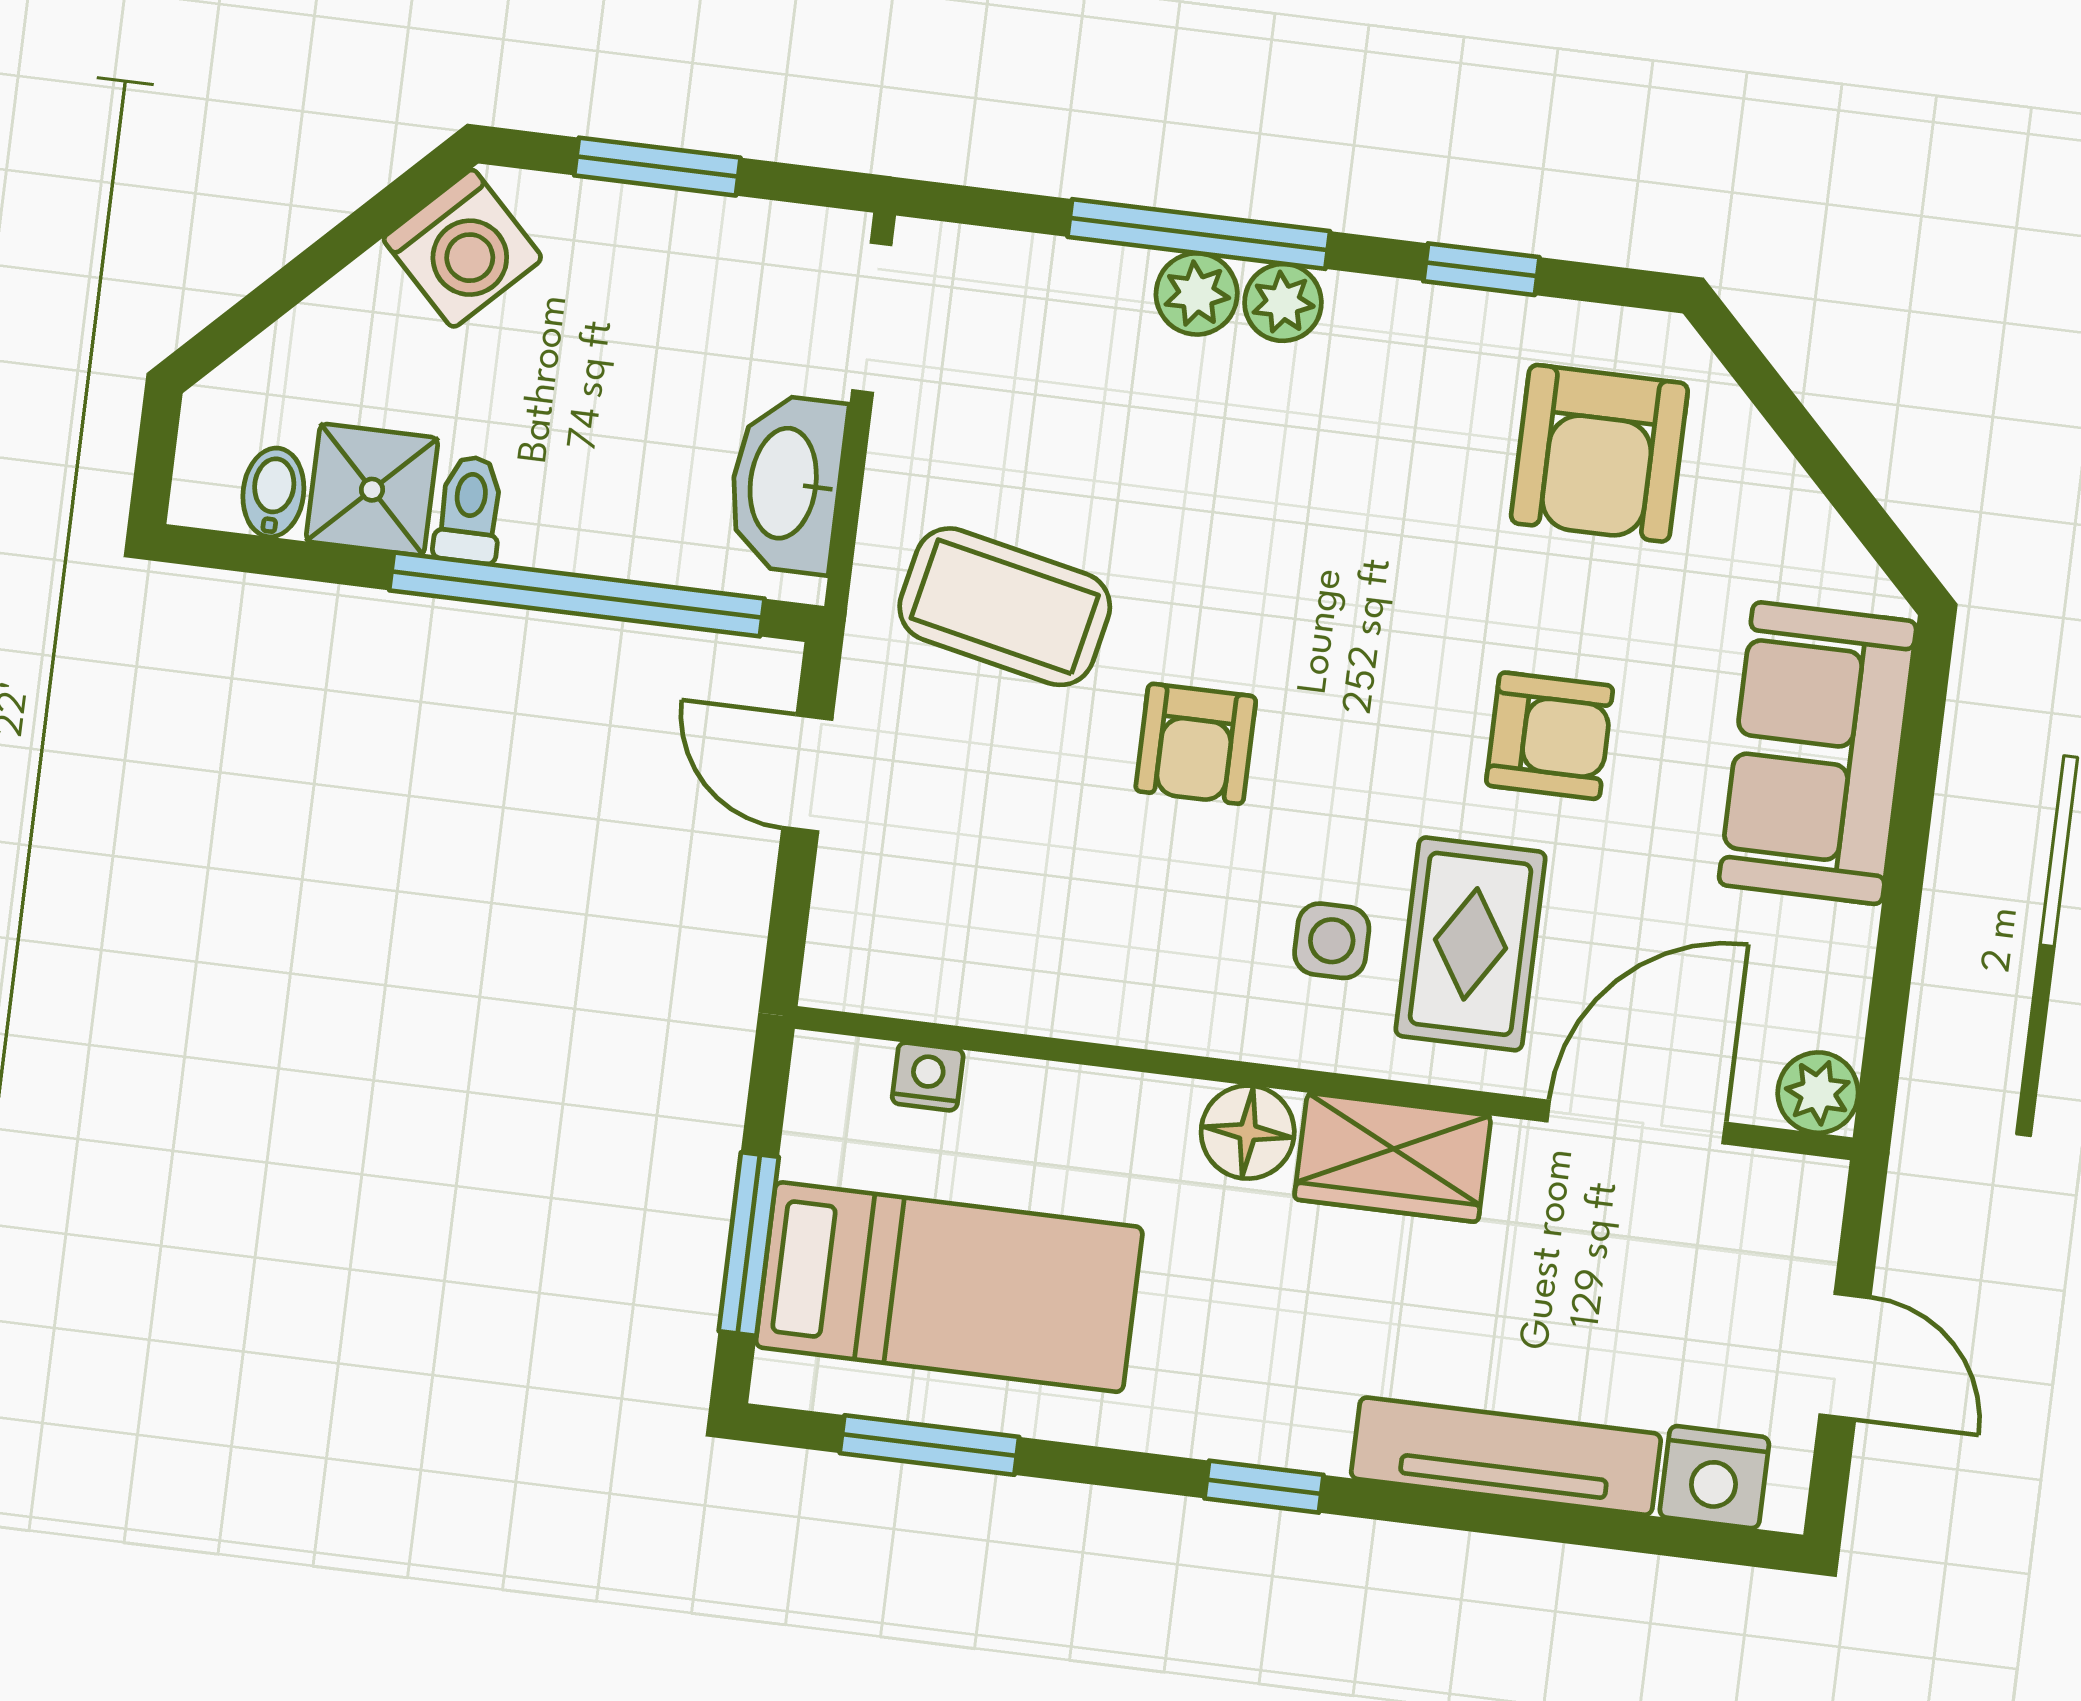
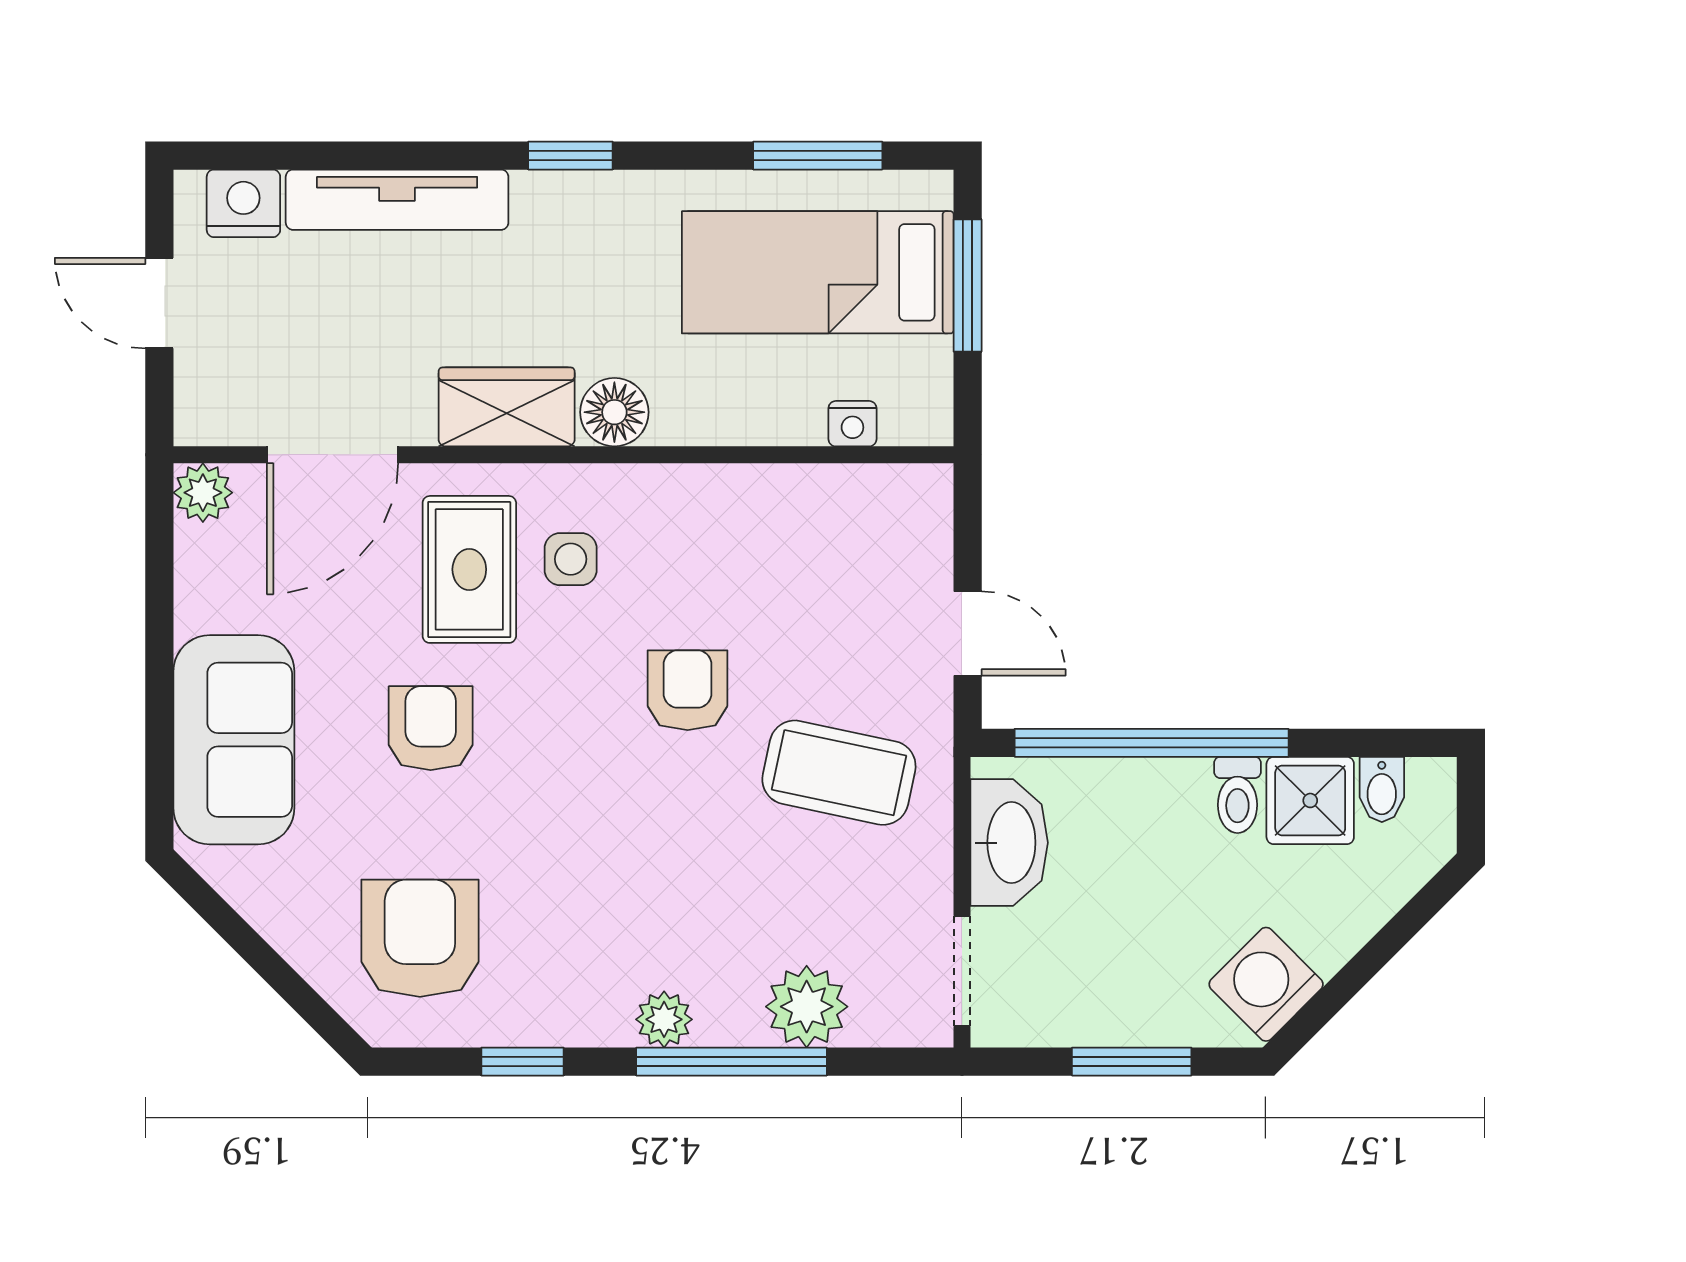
plant: (1197, 294) -> (807, 1007), moved, width x1.38, depth x1.38
armchair: (1550, 736) -> (431, 728), turned 90

